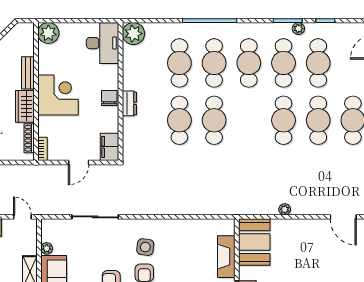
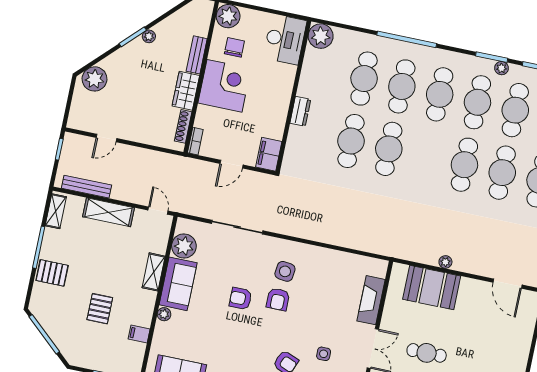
chair: (109, 98) -> (234, 47), moved
booth: (254, 242) -> (432, 288), moved, turned 90
plant: (47, 248) -> (184, 246), width x1.87, depth x1.87

